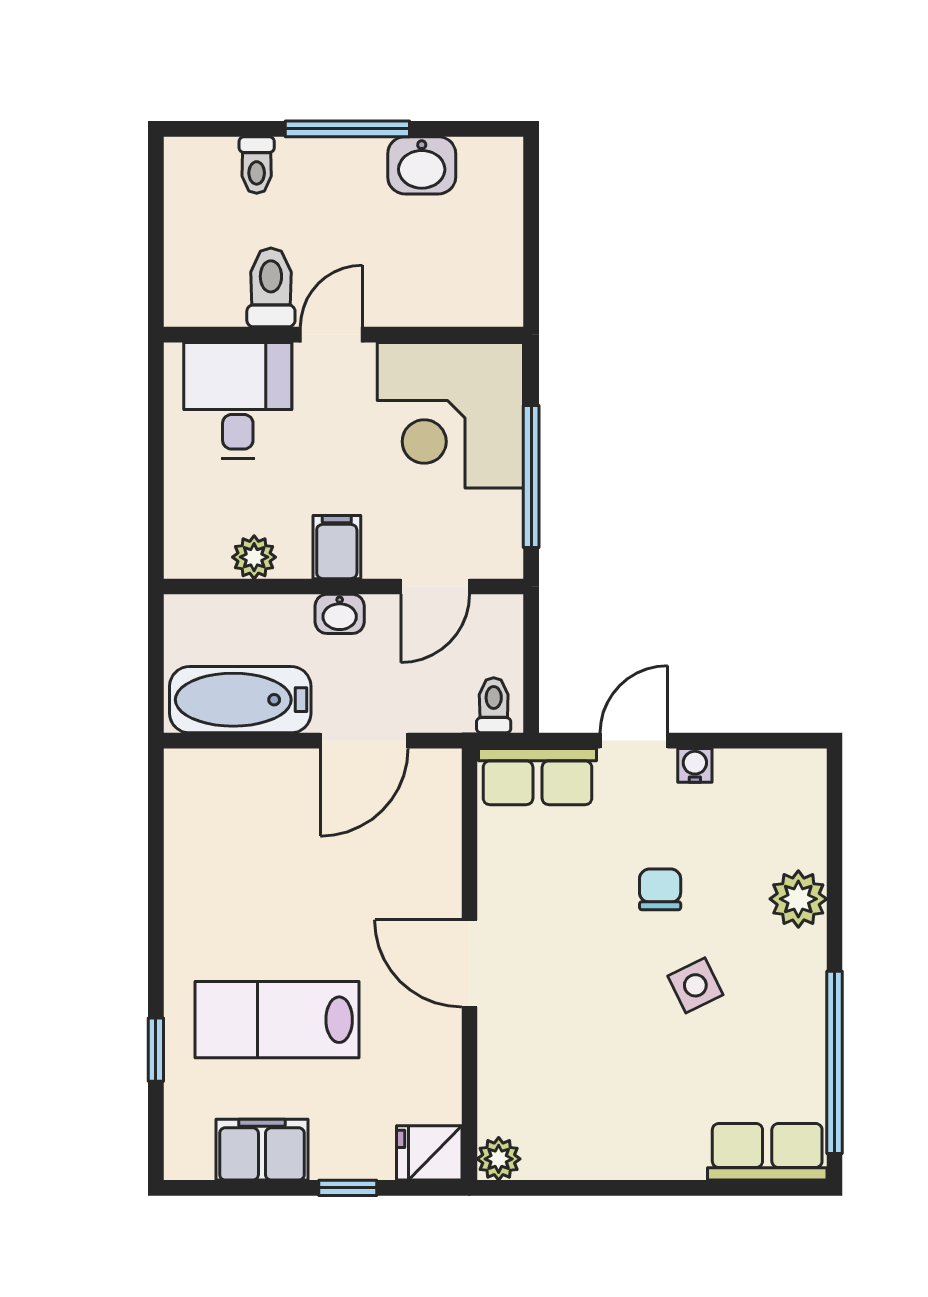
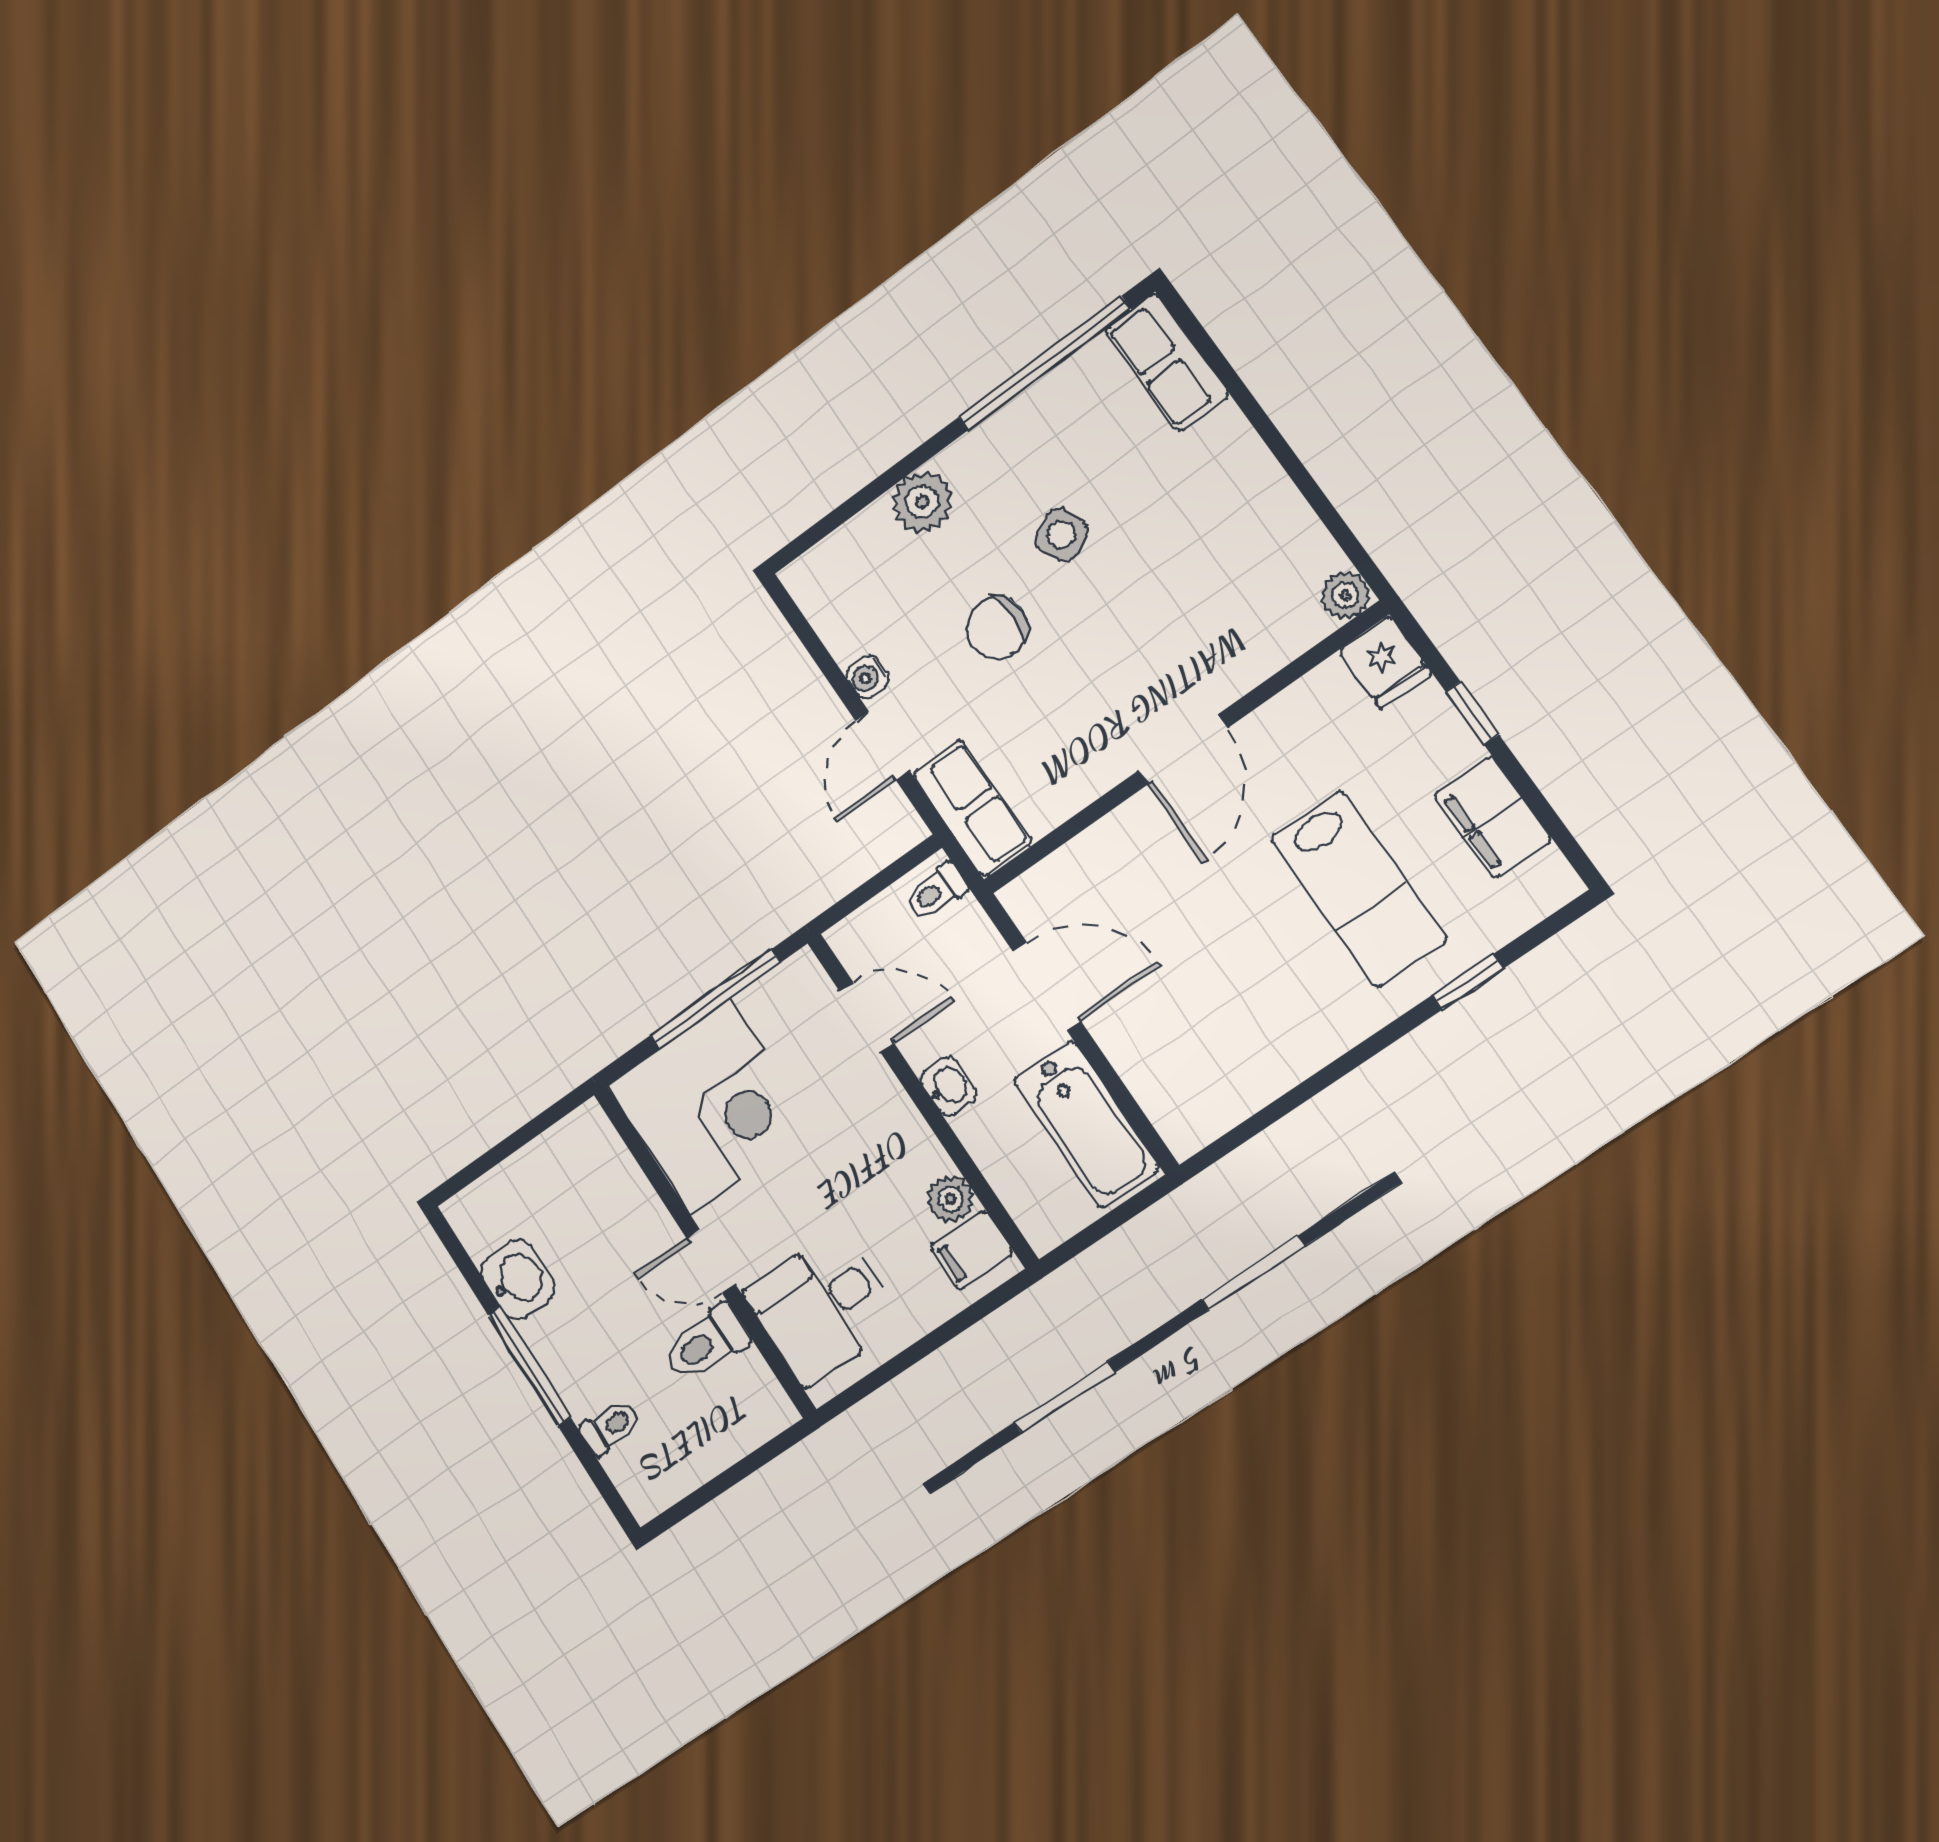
filing cabinet: (337, 547) -> (972, 1250), moved
door: (634, 741) -> (882, 746), hinge flipped
chair: (660, 889) -> (997, 628), width x1.37, depth x1.37

